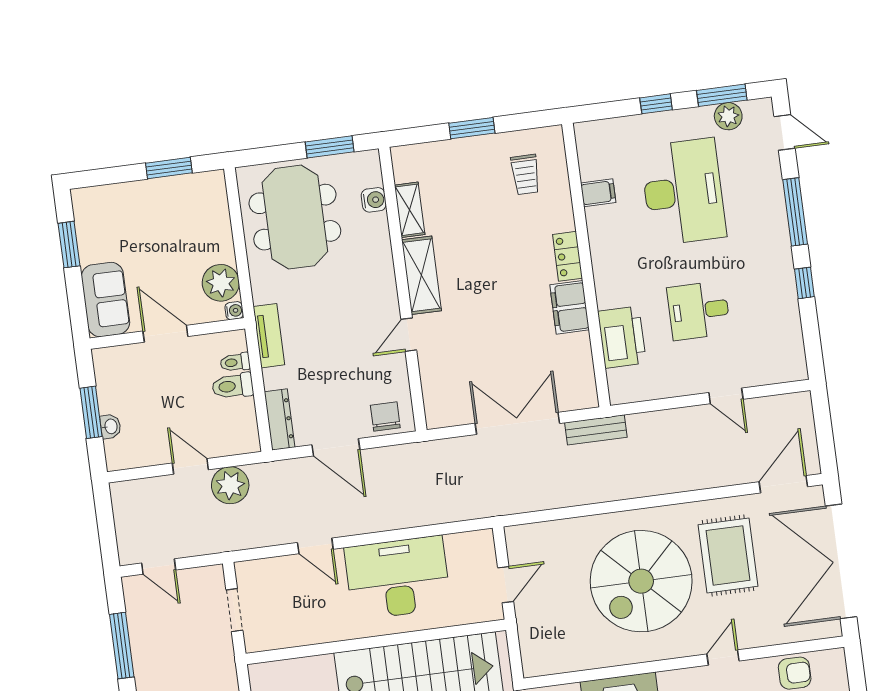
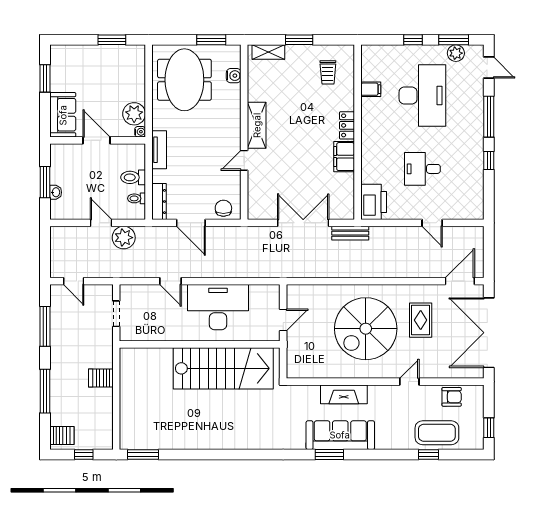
shelving: (410, 210) -> (268, 52), moved, turned 90
printer: (622, 337) -> (374, 202), moved
toilet: (235, 362) -> (137, 198), moved
rug: (728, 555) -> (421, 320), width x0.73, depth x0.70

